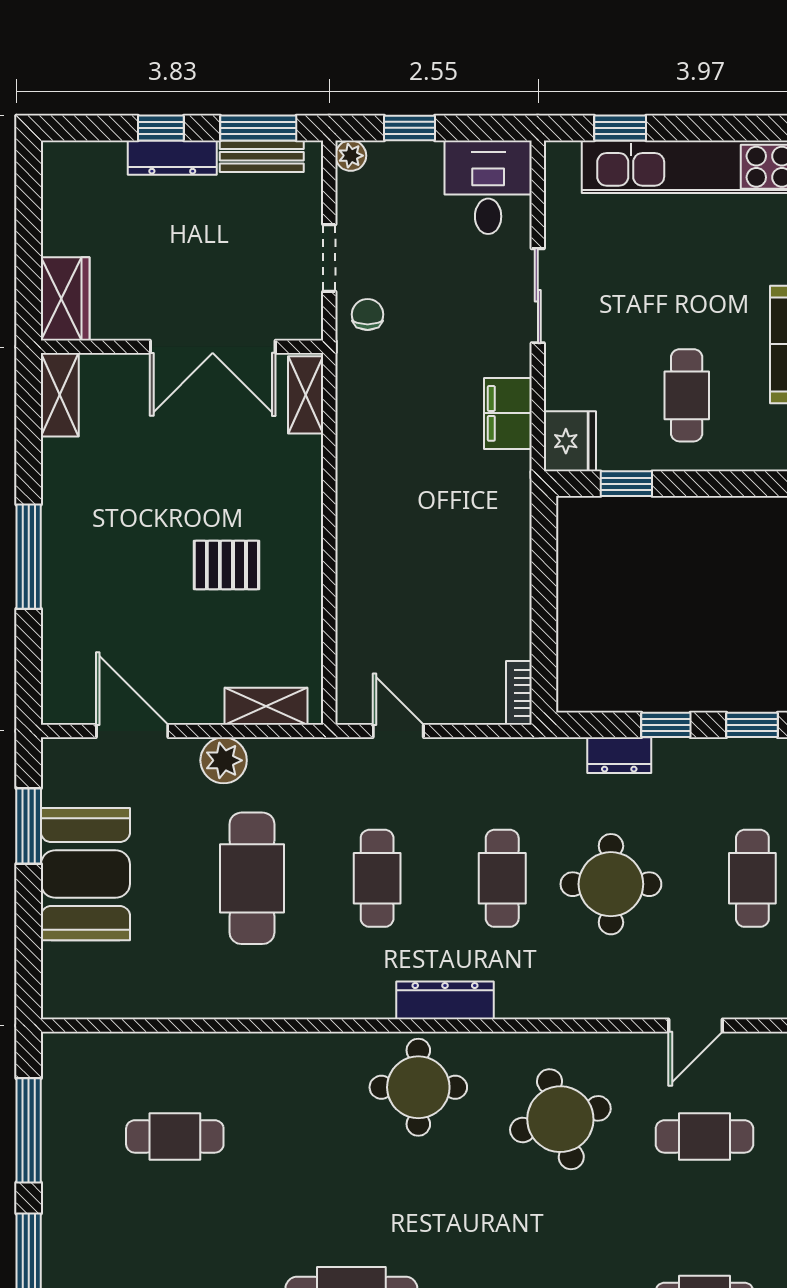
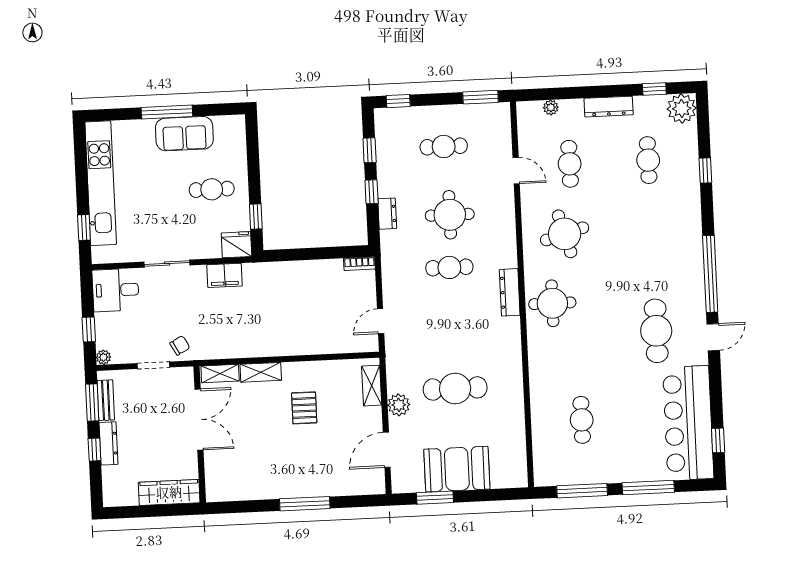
wardrobe: (65, 299) -> (169, 492), width x1.50
chair: (368, 314) -> (180, 345), turned 152
shelving: (60, 395) -> (261, 372), moved
cafe table: (377, 878) -> (452, 328), removed

